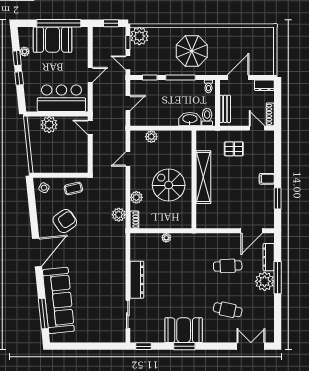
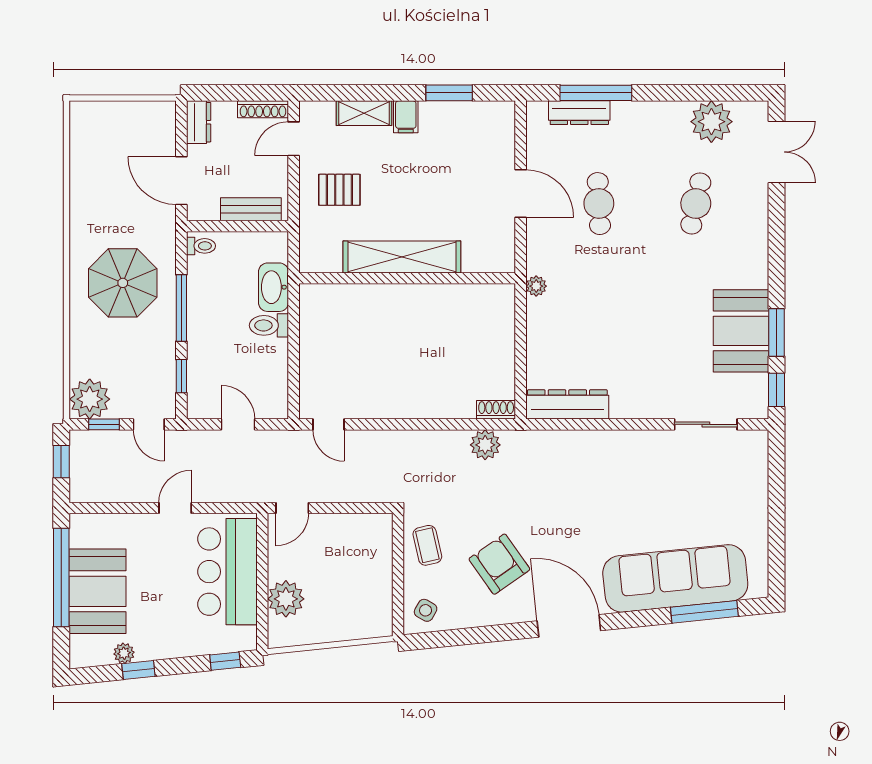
door: (128, 63) -> (149, 424), hinge flipped
door: (90, 75) -> (175, 508), hinge flipped
window: (19, 78) -> (225, 661), moved
toilet: (207, 117) -> (269, 325), moved
plant: (151, 137) -> (312, 373), removed
pallet: (234, 149) -> (339, 190), turned 90
door: (128, 159) -> (329, 424), moved
shelving: (268, 160) -> (364, 113), added
spiral stairs: (169, 185) -> (420, 334), removed
plant: (136, 197) -> (447, 406), removed
door: (252, 231) -> (521, 194), moved
plant: (166, 238) -> (536, 286), moved
window: (278, 278) -> (596, 93), moved
dresser: (137, 280) -> (567, 404), moved
plant: (265, 281) -> (711, 122), moved
booth: (184, 330) -> (741, 331), moved
window: (184, 346) -> (777, 332), moved
double door: (251, 346) -> (777, 152), swing flipped

